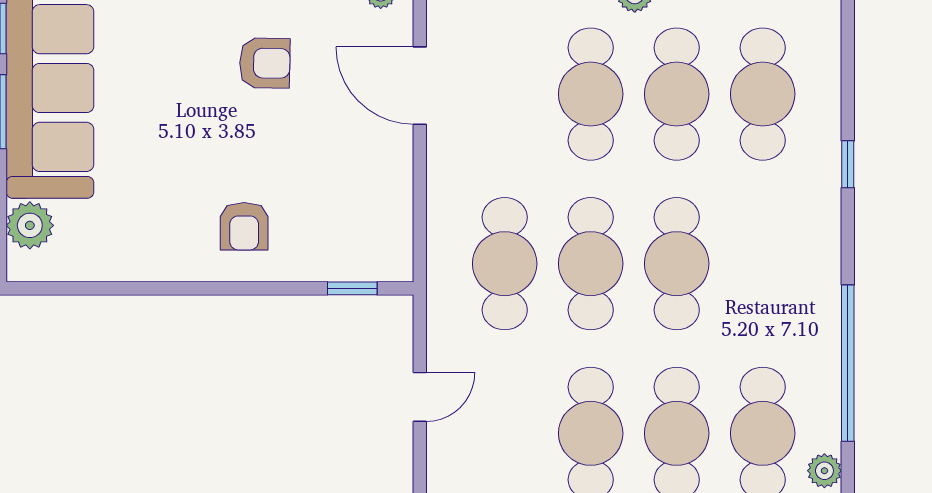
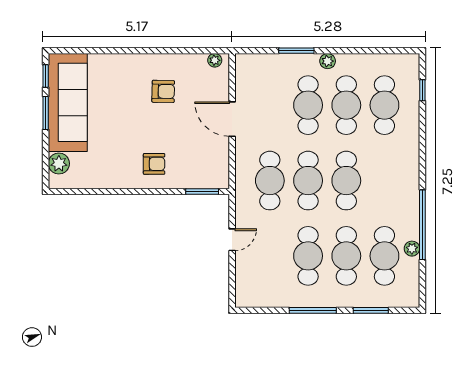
door: (420, 86) -> (232, 119), moved
window: (848, 164) -> (422, 90), moved
armchair: (244, 226) -> (154, 164), turned -90
window: (352, 288) -> (202, 191), width x1.50
plant: (824, 471) -> (412, 249), moved

